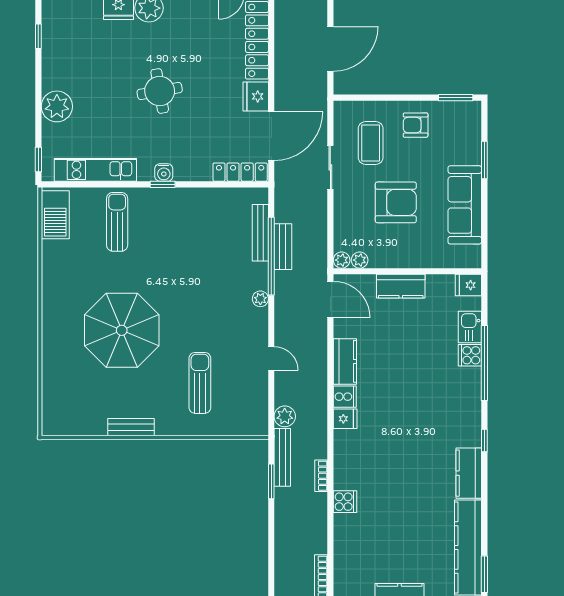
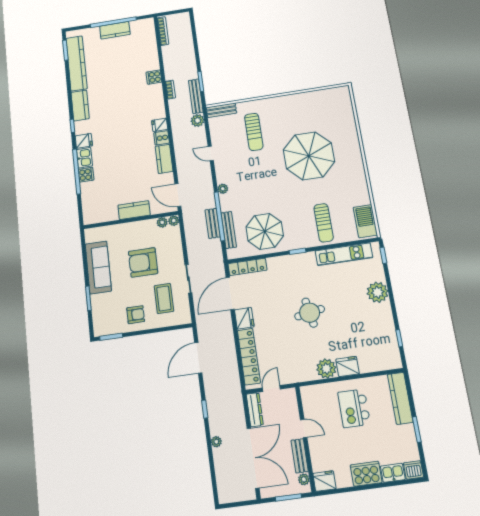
water cooler: (164, 173) -> (298, 259), removed
parasol: (207, 222) -> (265, 231), added
fridge: (468, 285) -> (84, 141), moved
kitchen sink: (470, 327) -> (84, 158), moved
bench: (131, 427) -> (221, 110), moved

